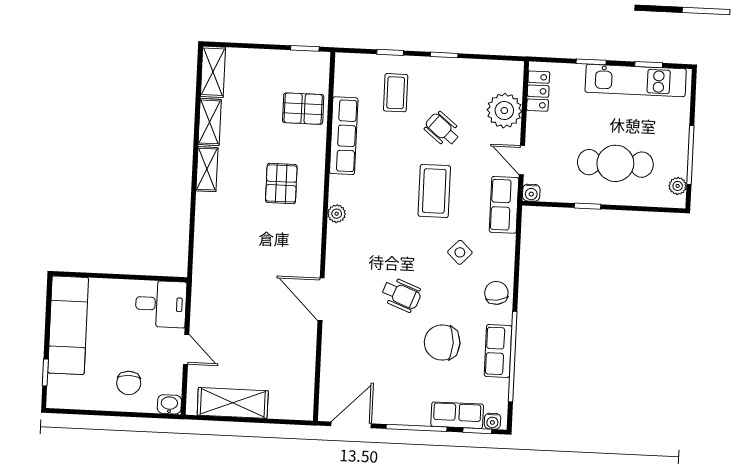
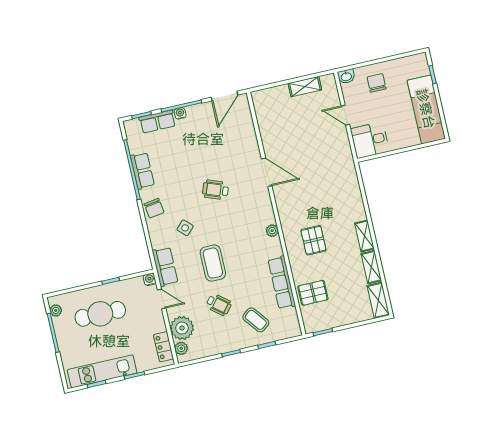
plant: (514, 82) -> (181, 348), added
coffee table: (396, 93) -> (256, 320), turned -38
chair: (442, 342) -> (180, 166), removed
shelving: (233, 403) -> (305, 87), width x0.67, depth x0.75
water cooler: (492, 421) -> (180, 113), moved

